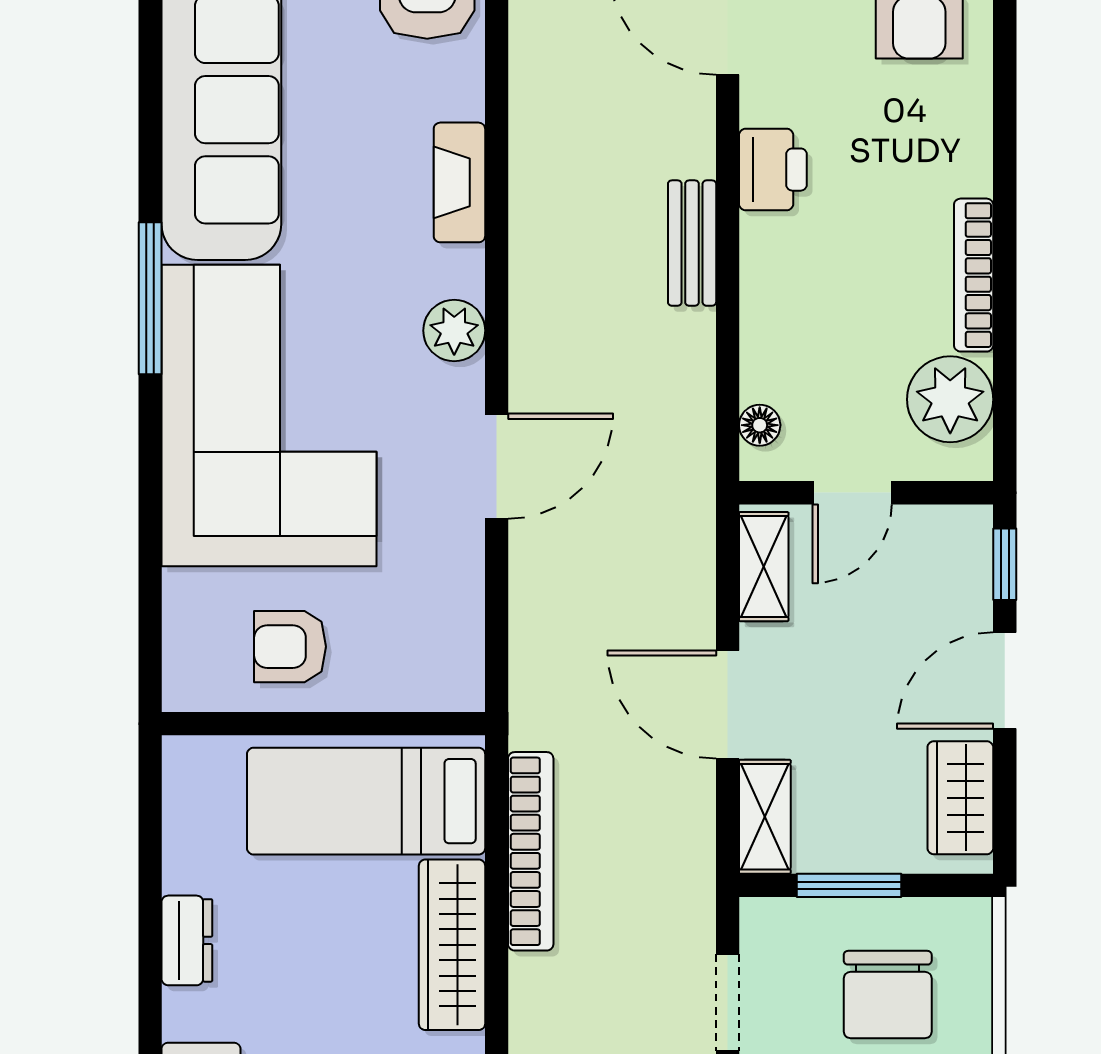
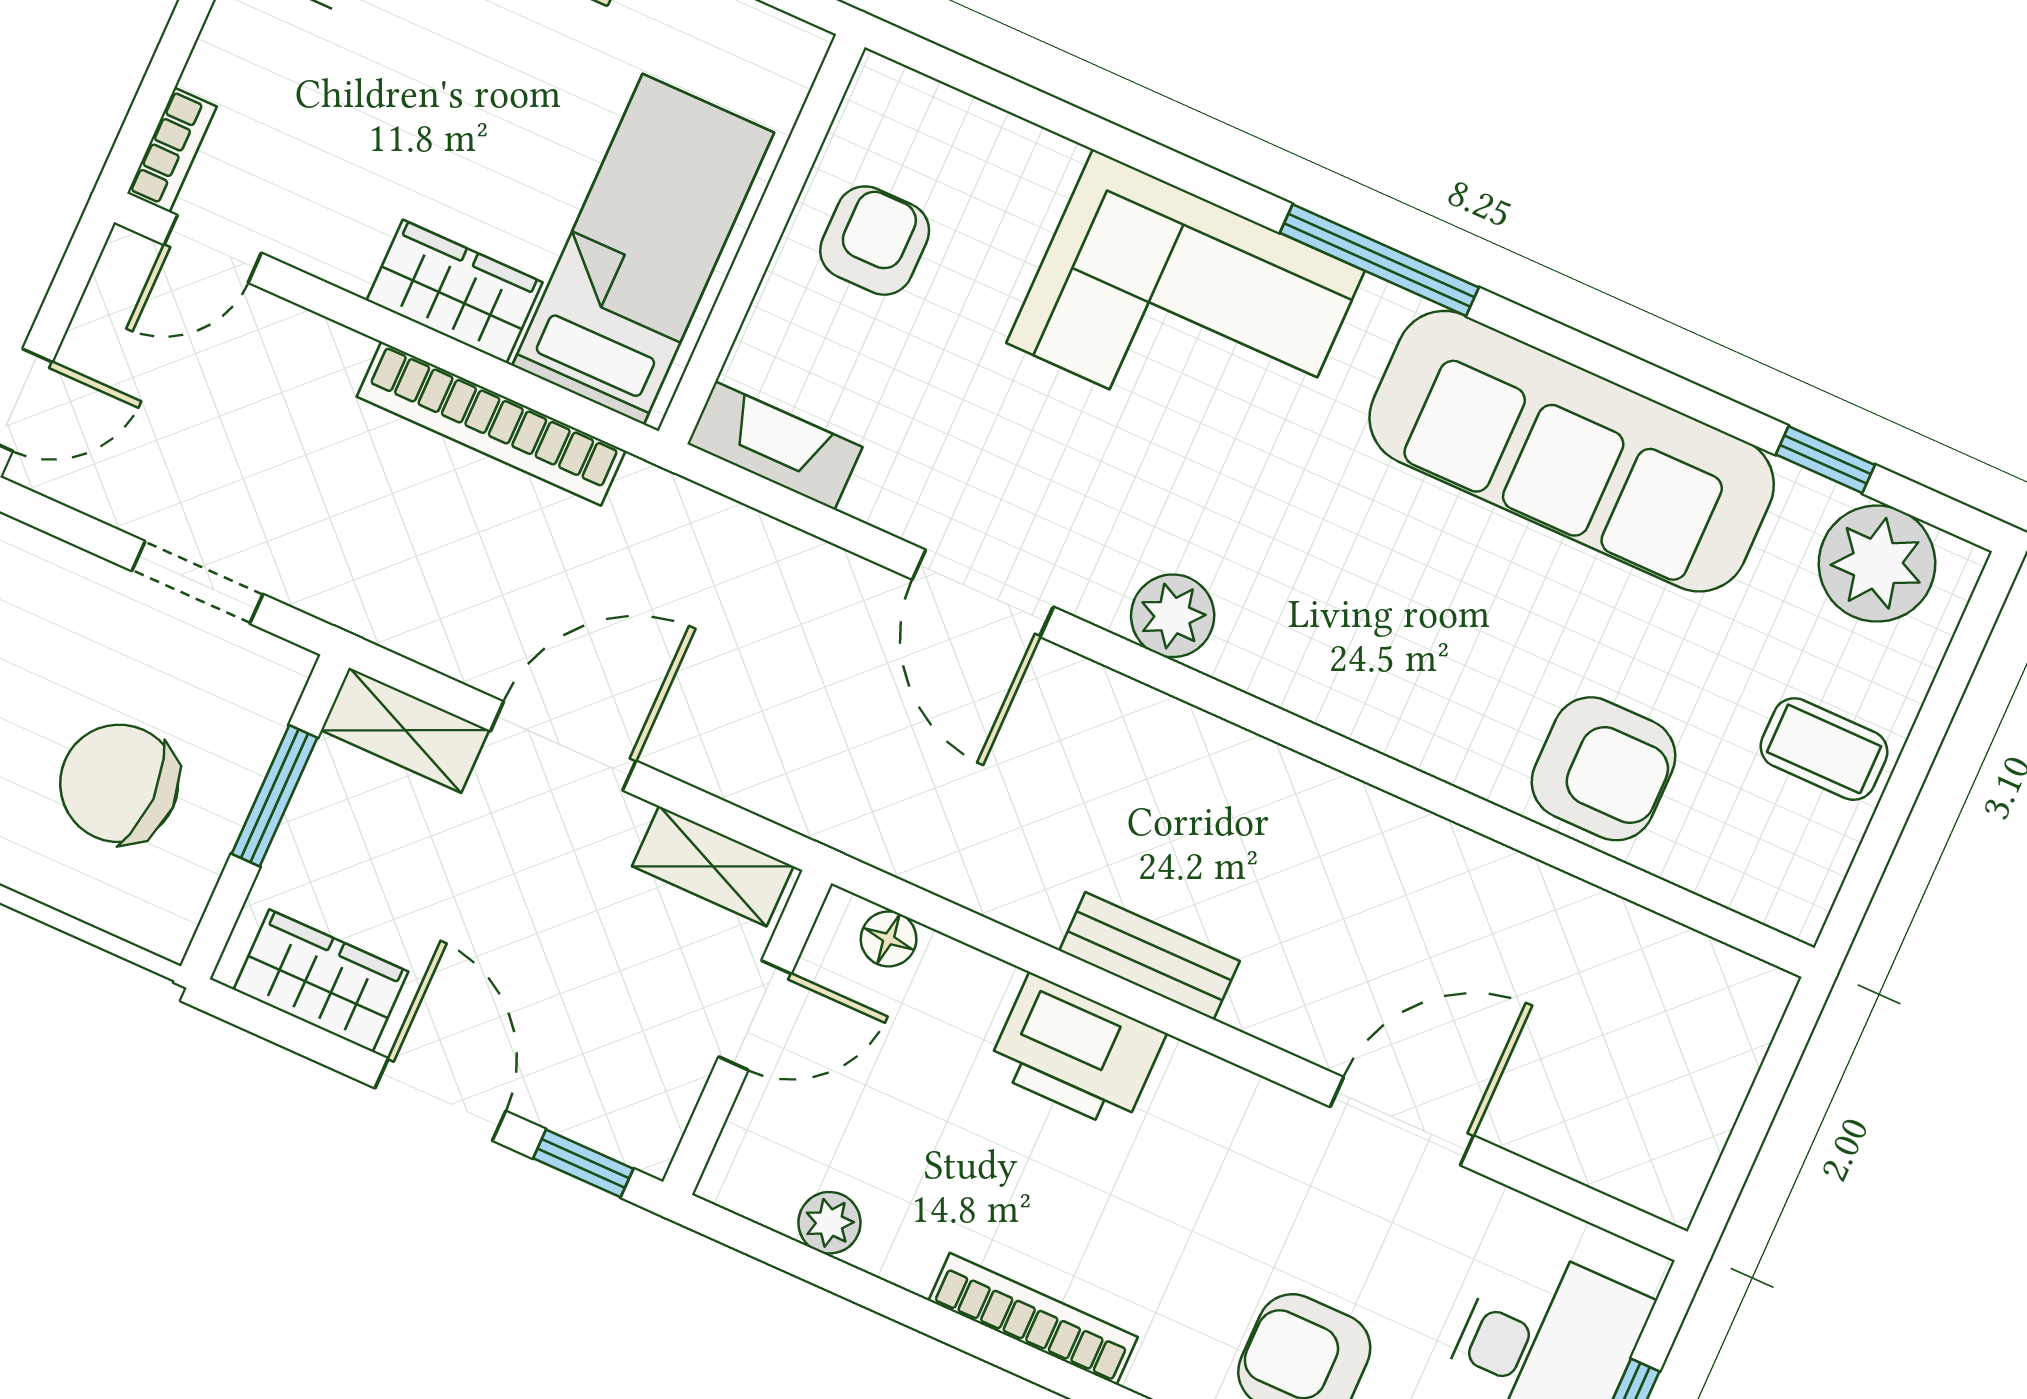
printer: (773, 170) -> (1076, 1052), moved, width x1.37, depth x1.19
fireplace: (459, 182) -> (775, 446), moved
bookcase: (974, 275) -> (1033, 1319), moved
plant: (950, 399) -> (829, 1223), width x0.53, depth x0.53
corner sofa: (269, 416) -> (1186, 307), width x0.73, depth x0.74
door: (852, 493) -> (755, 1015), swing flipped
wardrobe: (452, 945) -> (455, 291), width x0.67

